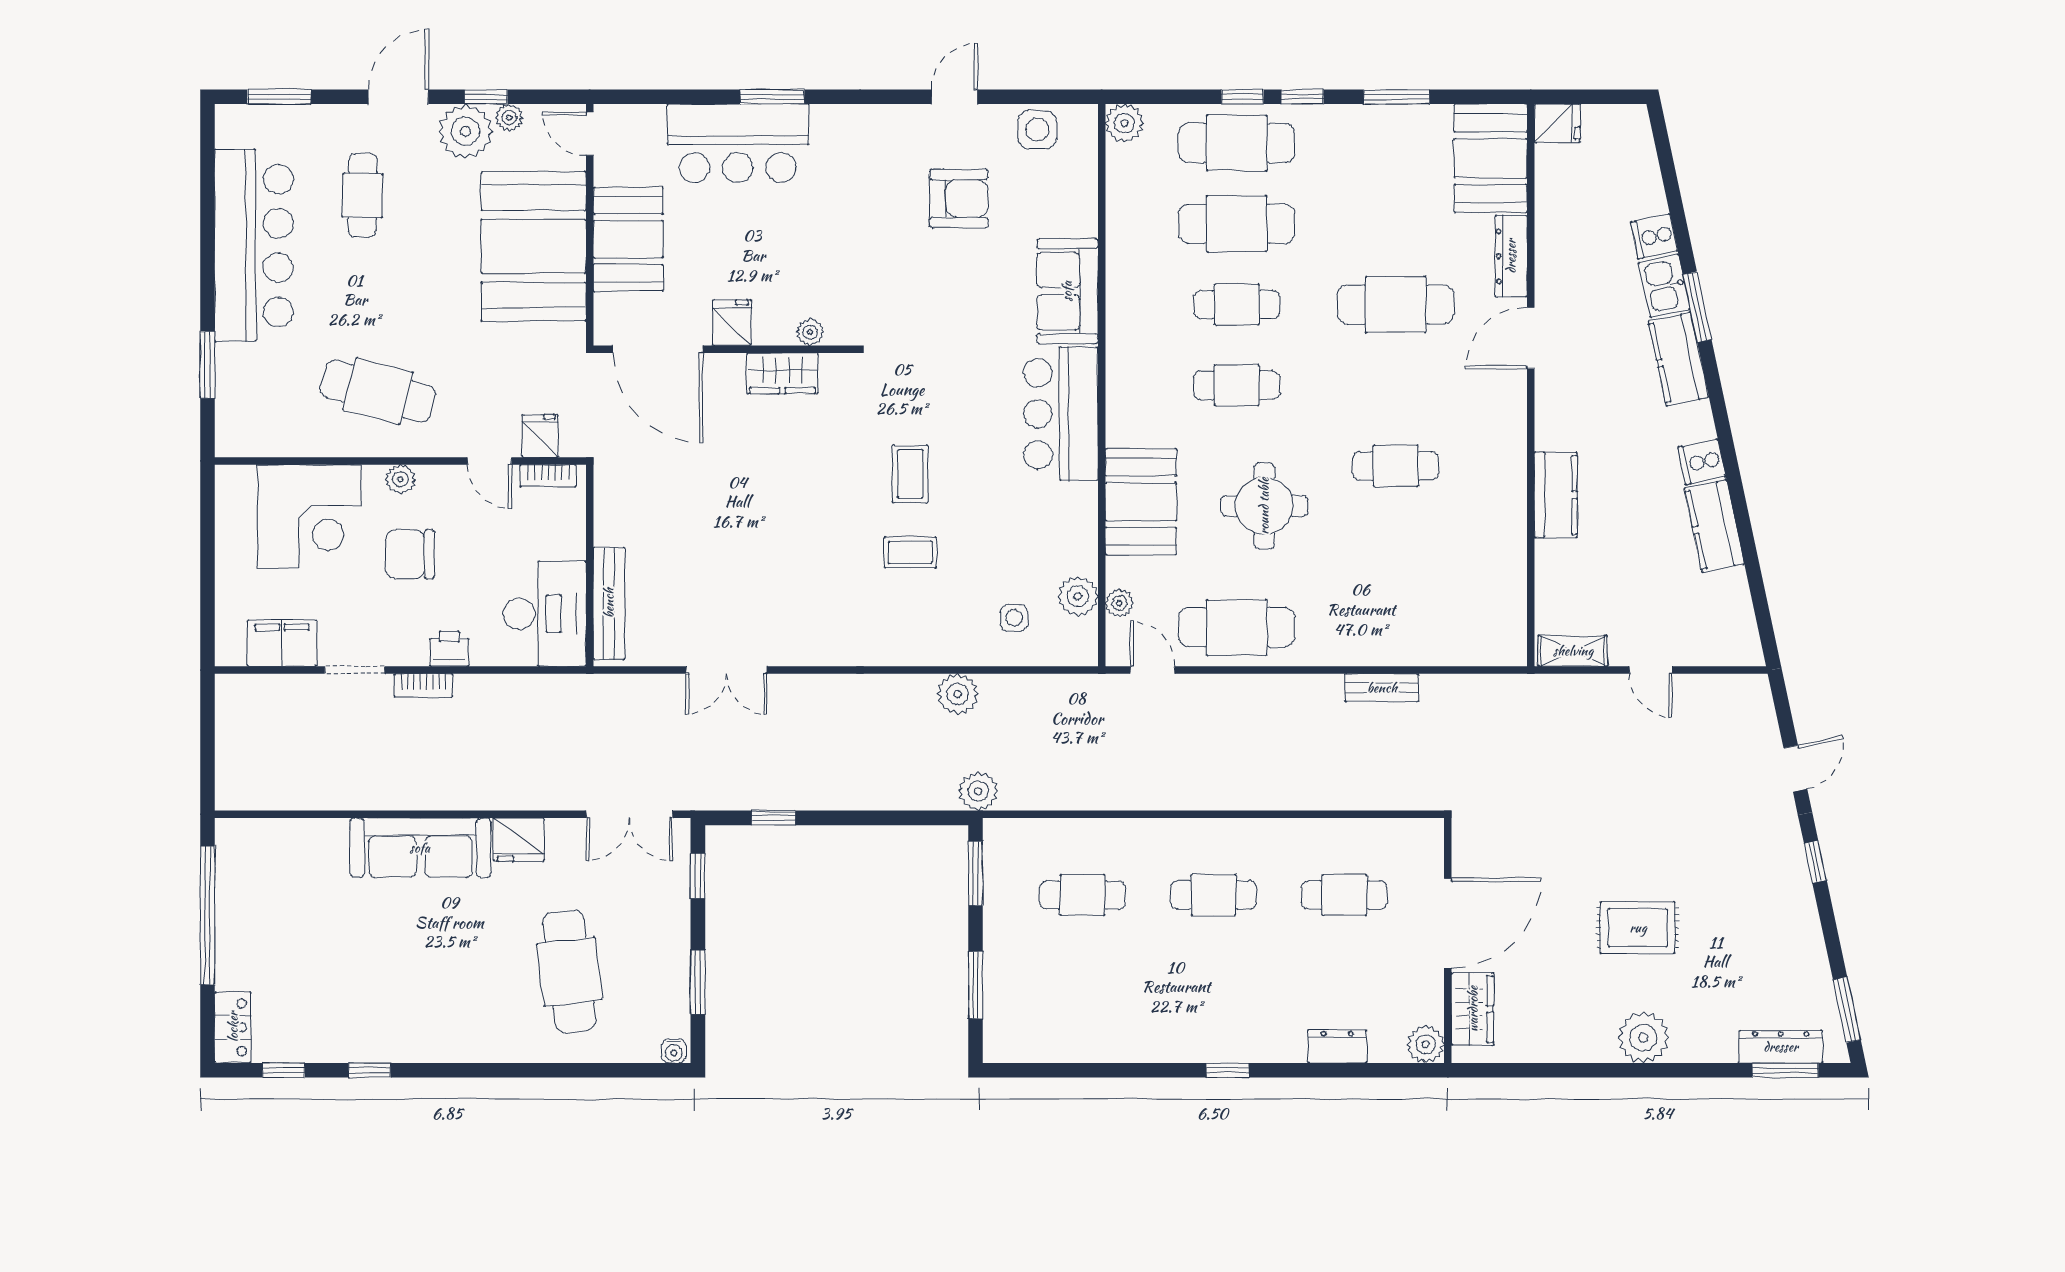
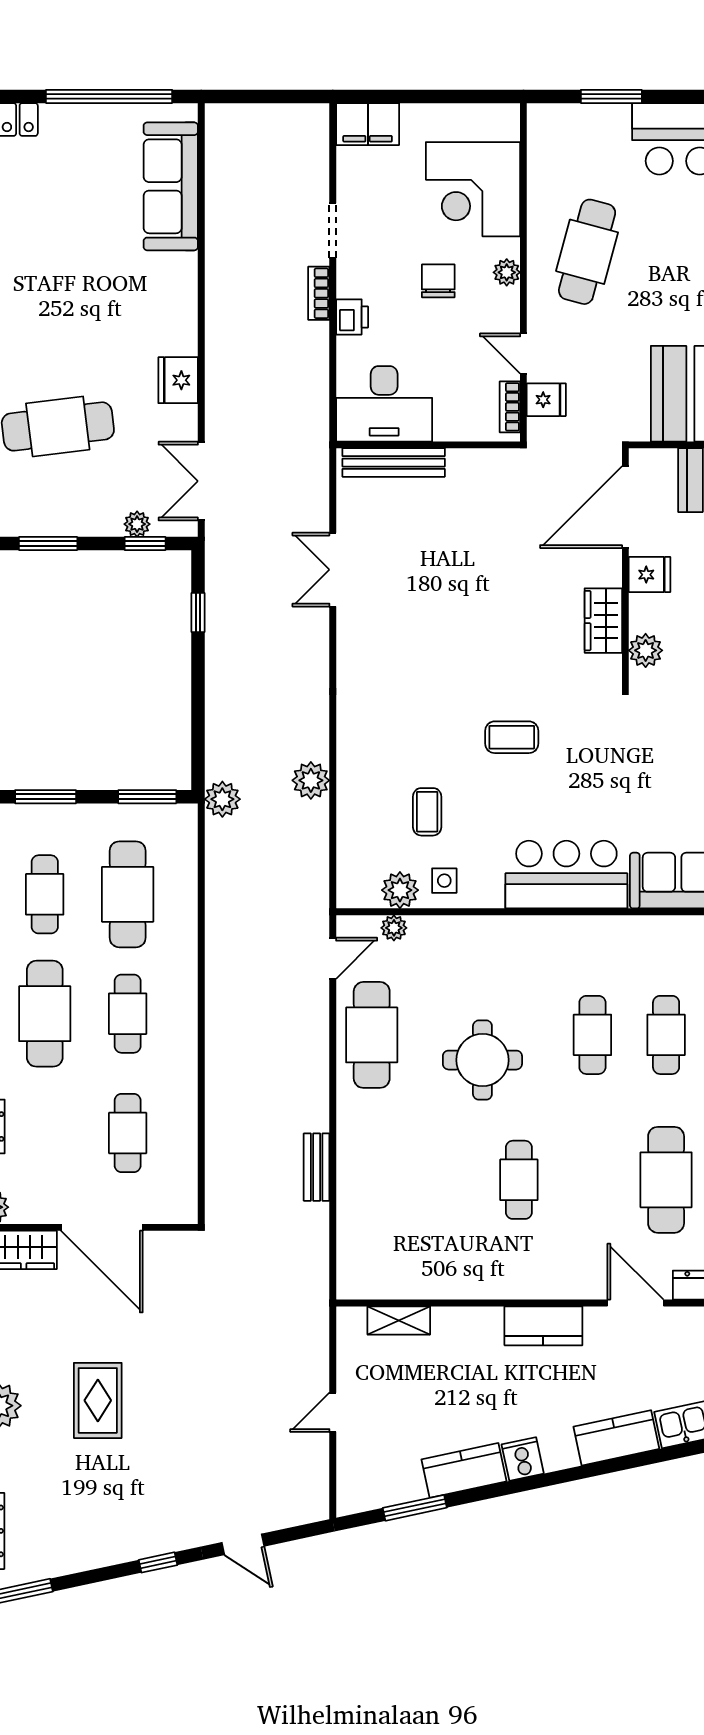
window: (1697, 307) -> (415, 1508), moved
plant: (810, 332) -> (646, 650), width x1.38, depth x1.38
door: (489, 461) -> (523, 354), hinge flipped
kitchen counter: (1556, 495) -> (543, 1326), moved
booth: (1141, 502) -> (486, 948), removed
coffee table: (910, 552) -> (427, 812), moved
chair: (410, 554) -> (438, 281), width x0.73, depth x0.73
side table: (1014, 618) -> (444, 881), moved
filing cabinet: (282, 643) -> (368, 124), moved, turned 90
shelving: (1573, 651) -> (399, 1320), moved, turned 90
sofa: (420, 848) -> (171, 186), moved
plant: (677, 885) -> (137, 524), added
cafe table: (1083, 895) -> (128, 894), width x1.37, depth x1.35
cafe table: (1083, 986) -> (45, 894), added
cafe table: (1213, 986) -> (45, 1014), added

